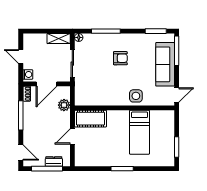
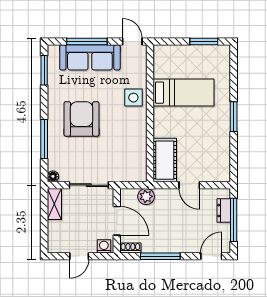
window: (177, 51) -> (87, 41), moved
armchair: (120, 58) -> (82, 119), width x1.88, depth x1.88

